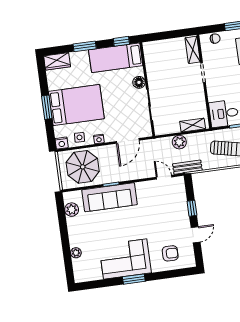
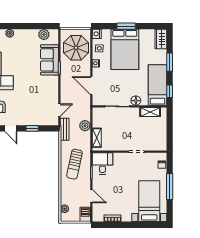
shelving: (193, 50) -> (150, 112), moved
sofa: (110, 197) -> (49, 60), width x0.73

